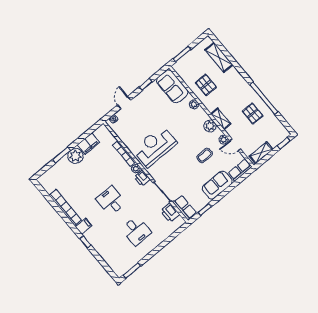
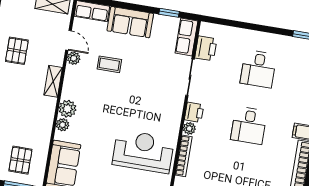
pallet: (206, 85) -> (20, 160), moved
plant: (210, 126) -> (68, 109), moved
reception desk: (155, 146) -> (143, 151), moved, turned 180
desk: (136, 231) -> (258, 69), turned 180

